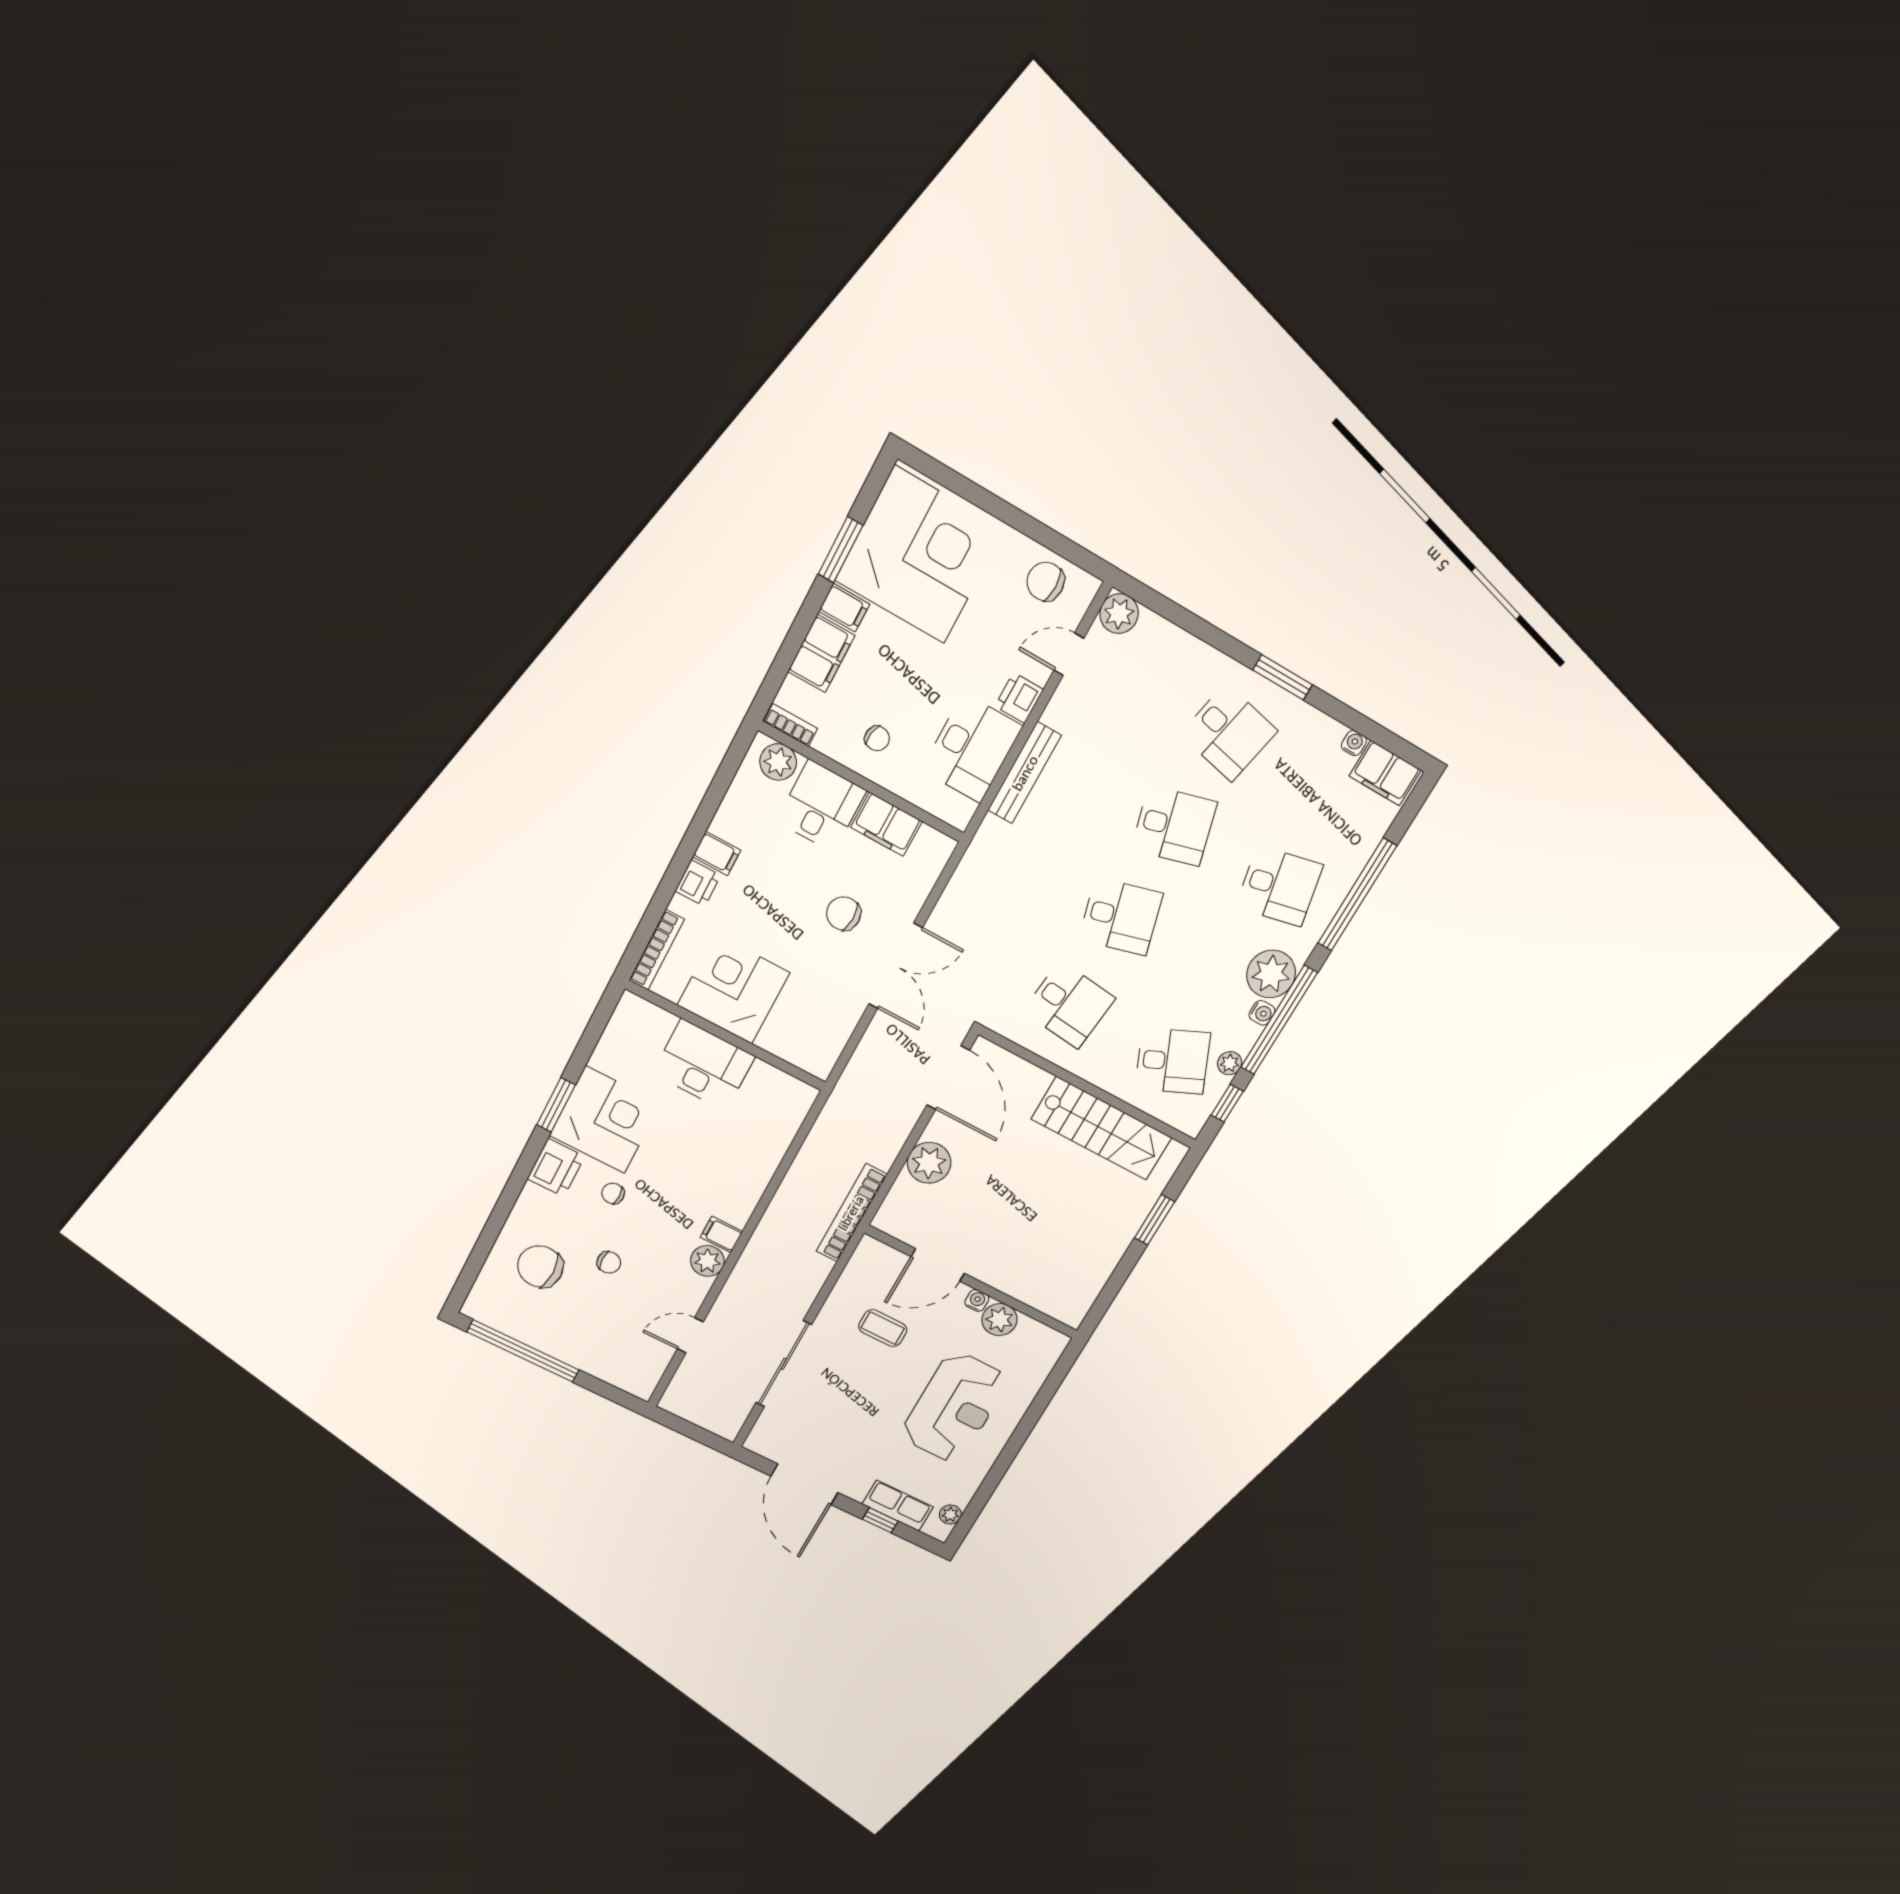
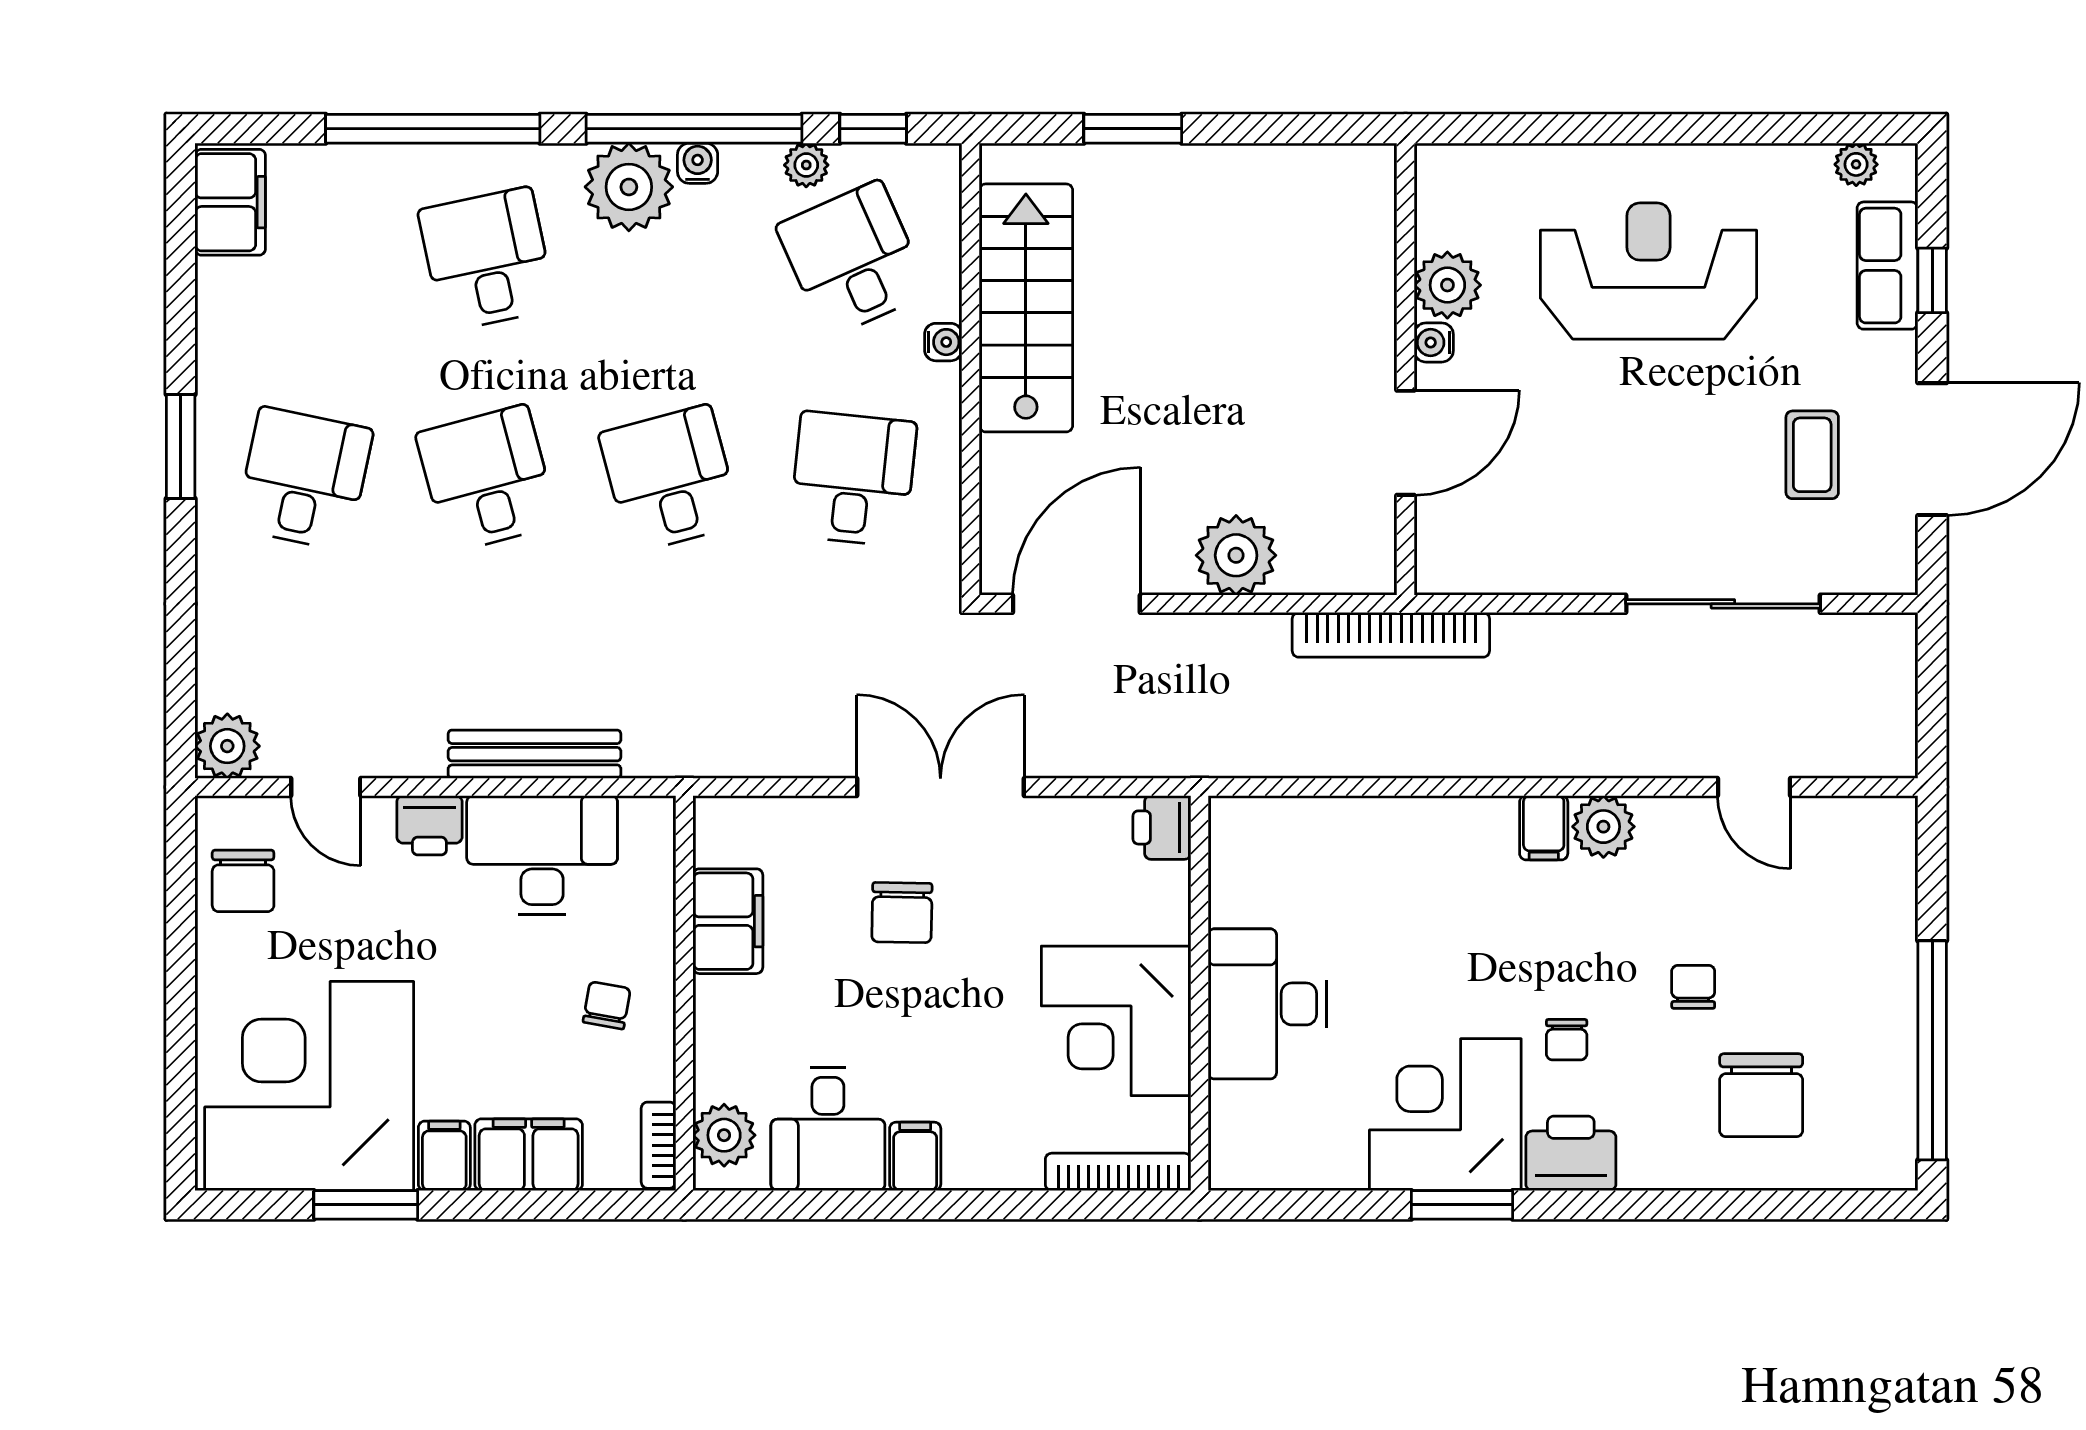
water cooler: (1354, 743) -> (943, 342), moved, turned 180
desk: (821, 806) -> (828, 1129), moved, turned -90
printer: (698, 883) -> (1162, 827), moved, turned -90
door: (938, 1265) -> (1406, 443), hinge flipped
coffee table: (883, 1328) -> (1812, 455), moved

